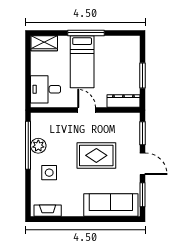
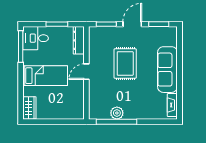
window: (86, 33) -> (21, 46), moved
desk: (46, 89) -> (36, 38), moved, turned 90
side table: (49, 173) -> (140, 104), removed
sofa: (111, 205) -> (167, 70), moved

